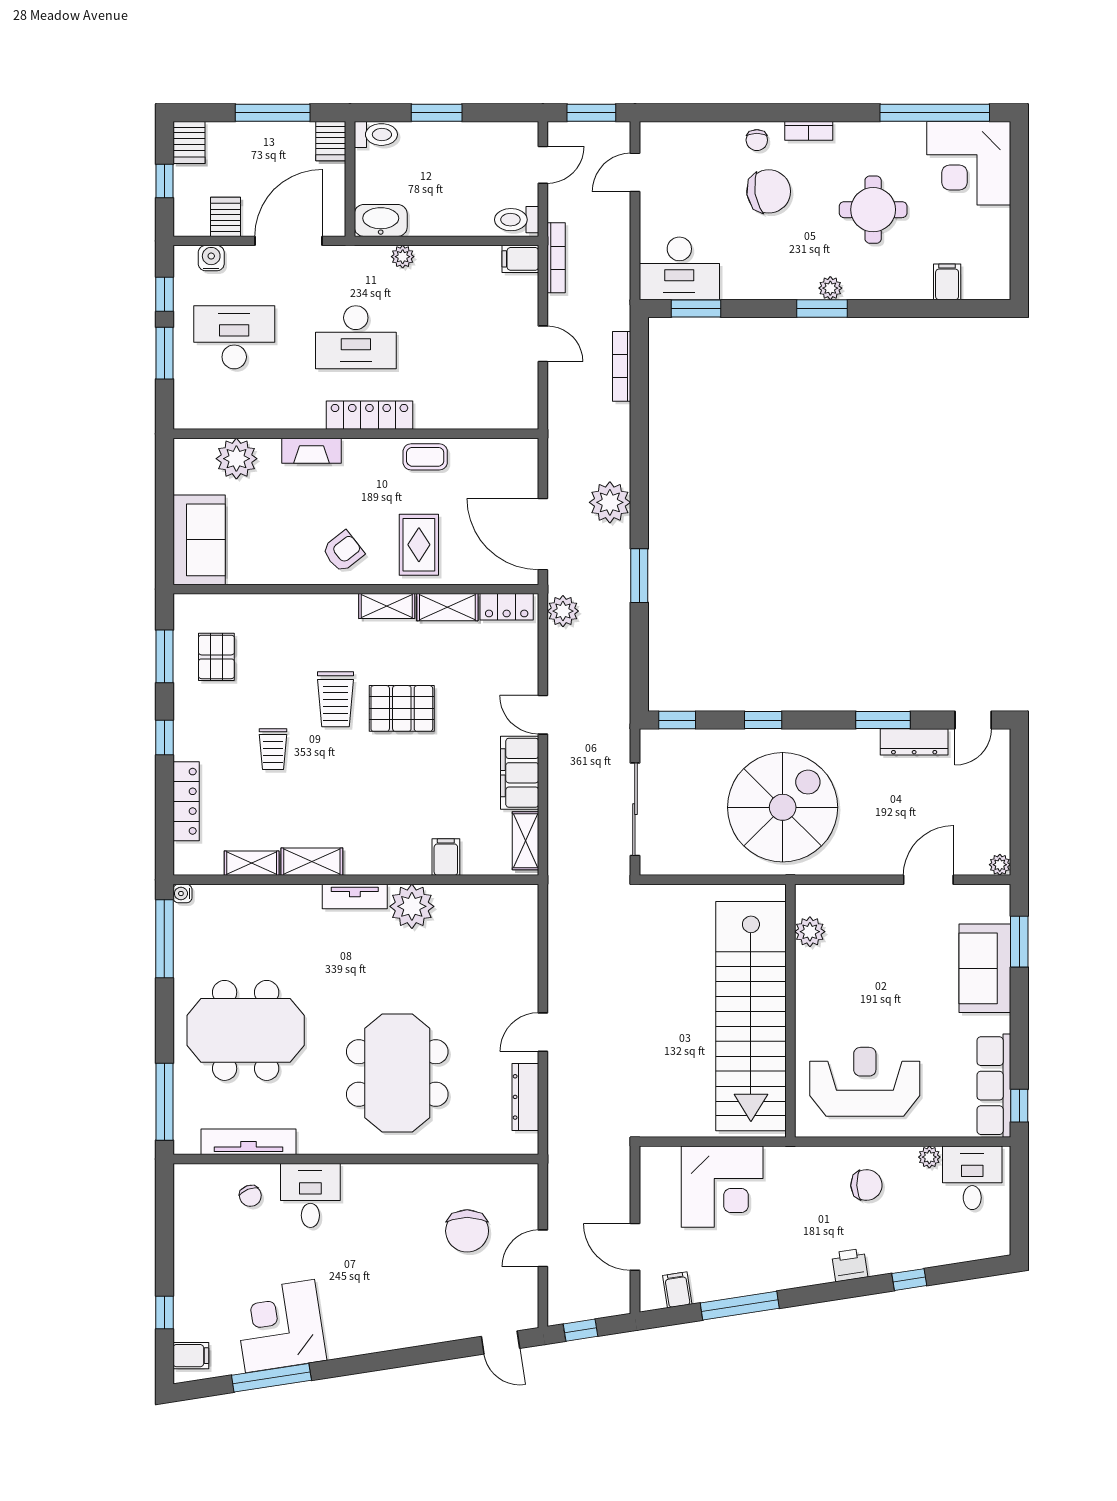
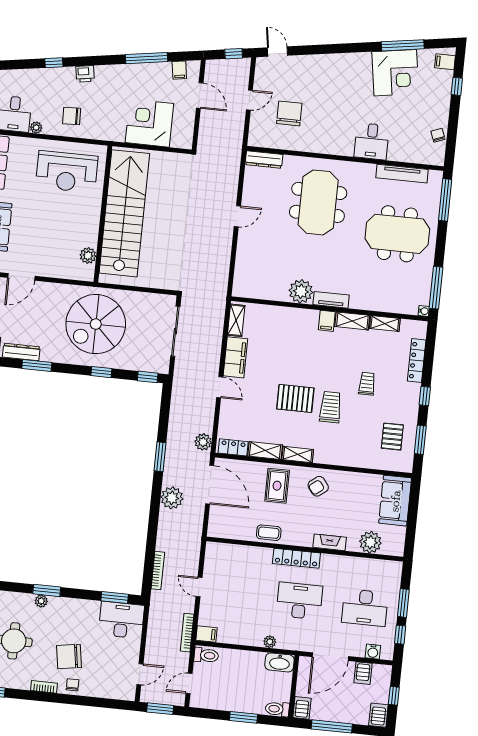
filing cabinet: (446, 857) -> (327, 321), moved
dresser: (525, 1097) -> (264, 160), moved, turned 90
chair: (250, 1196) -> (438, 135), moved

